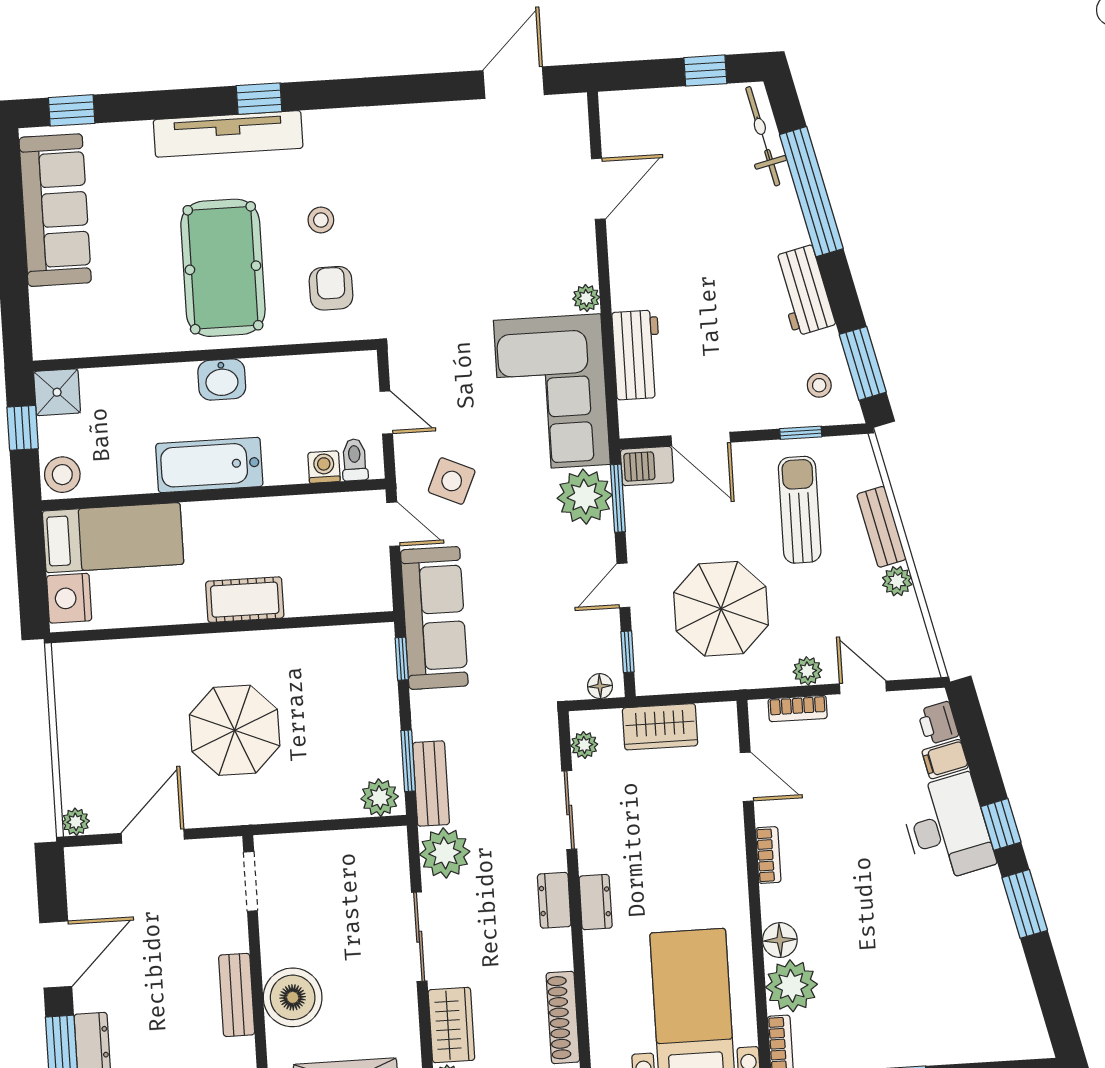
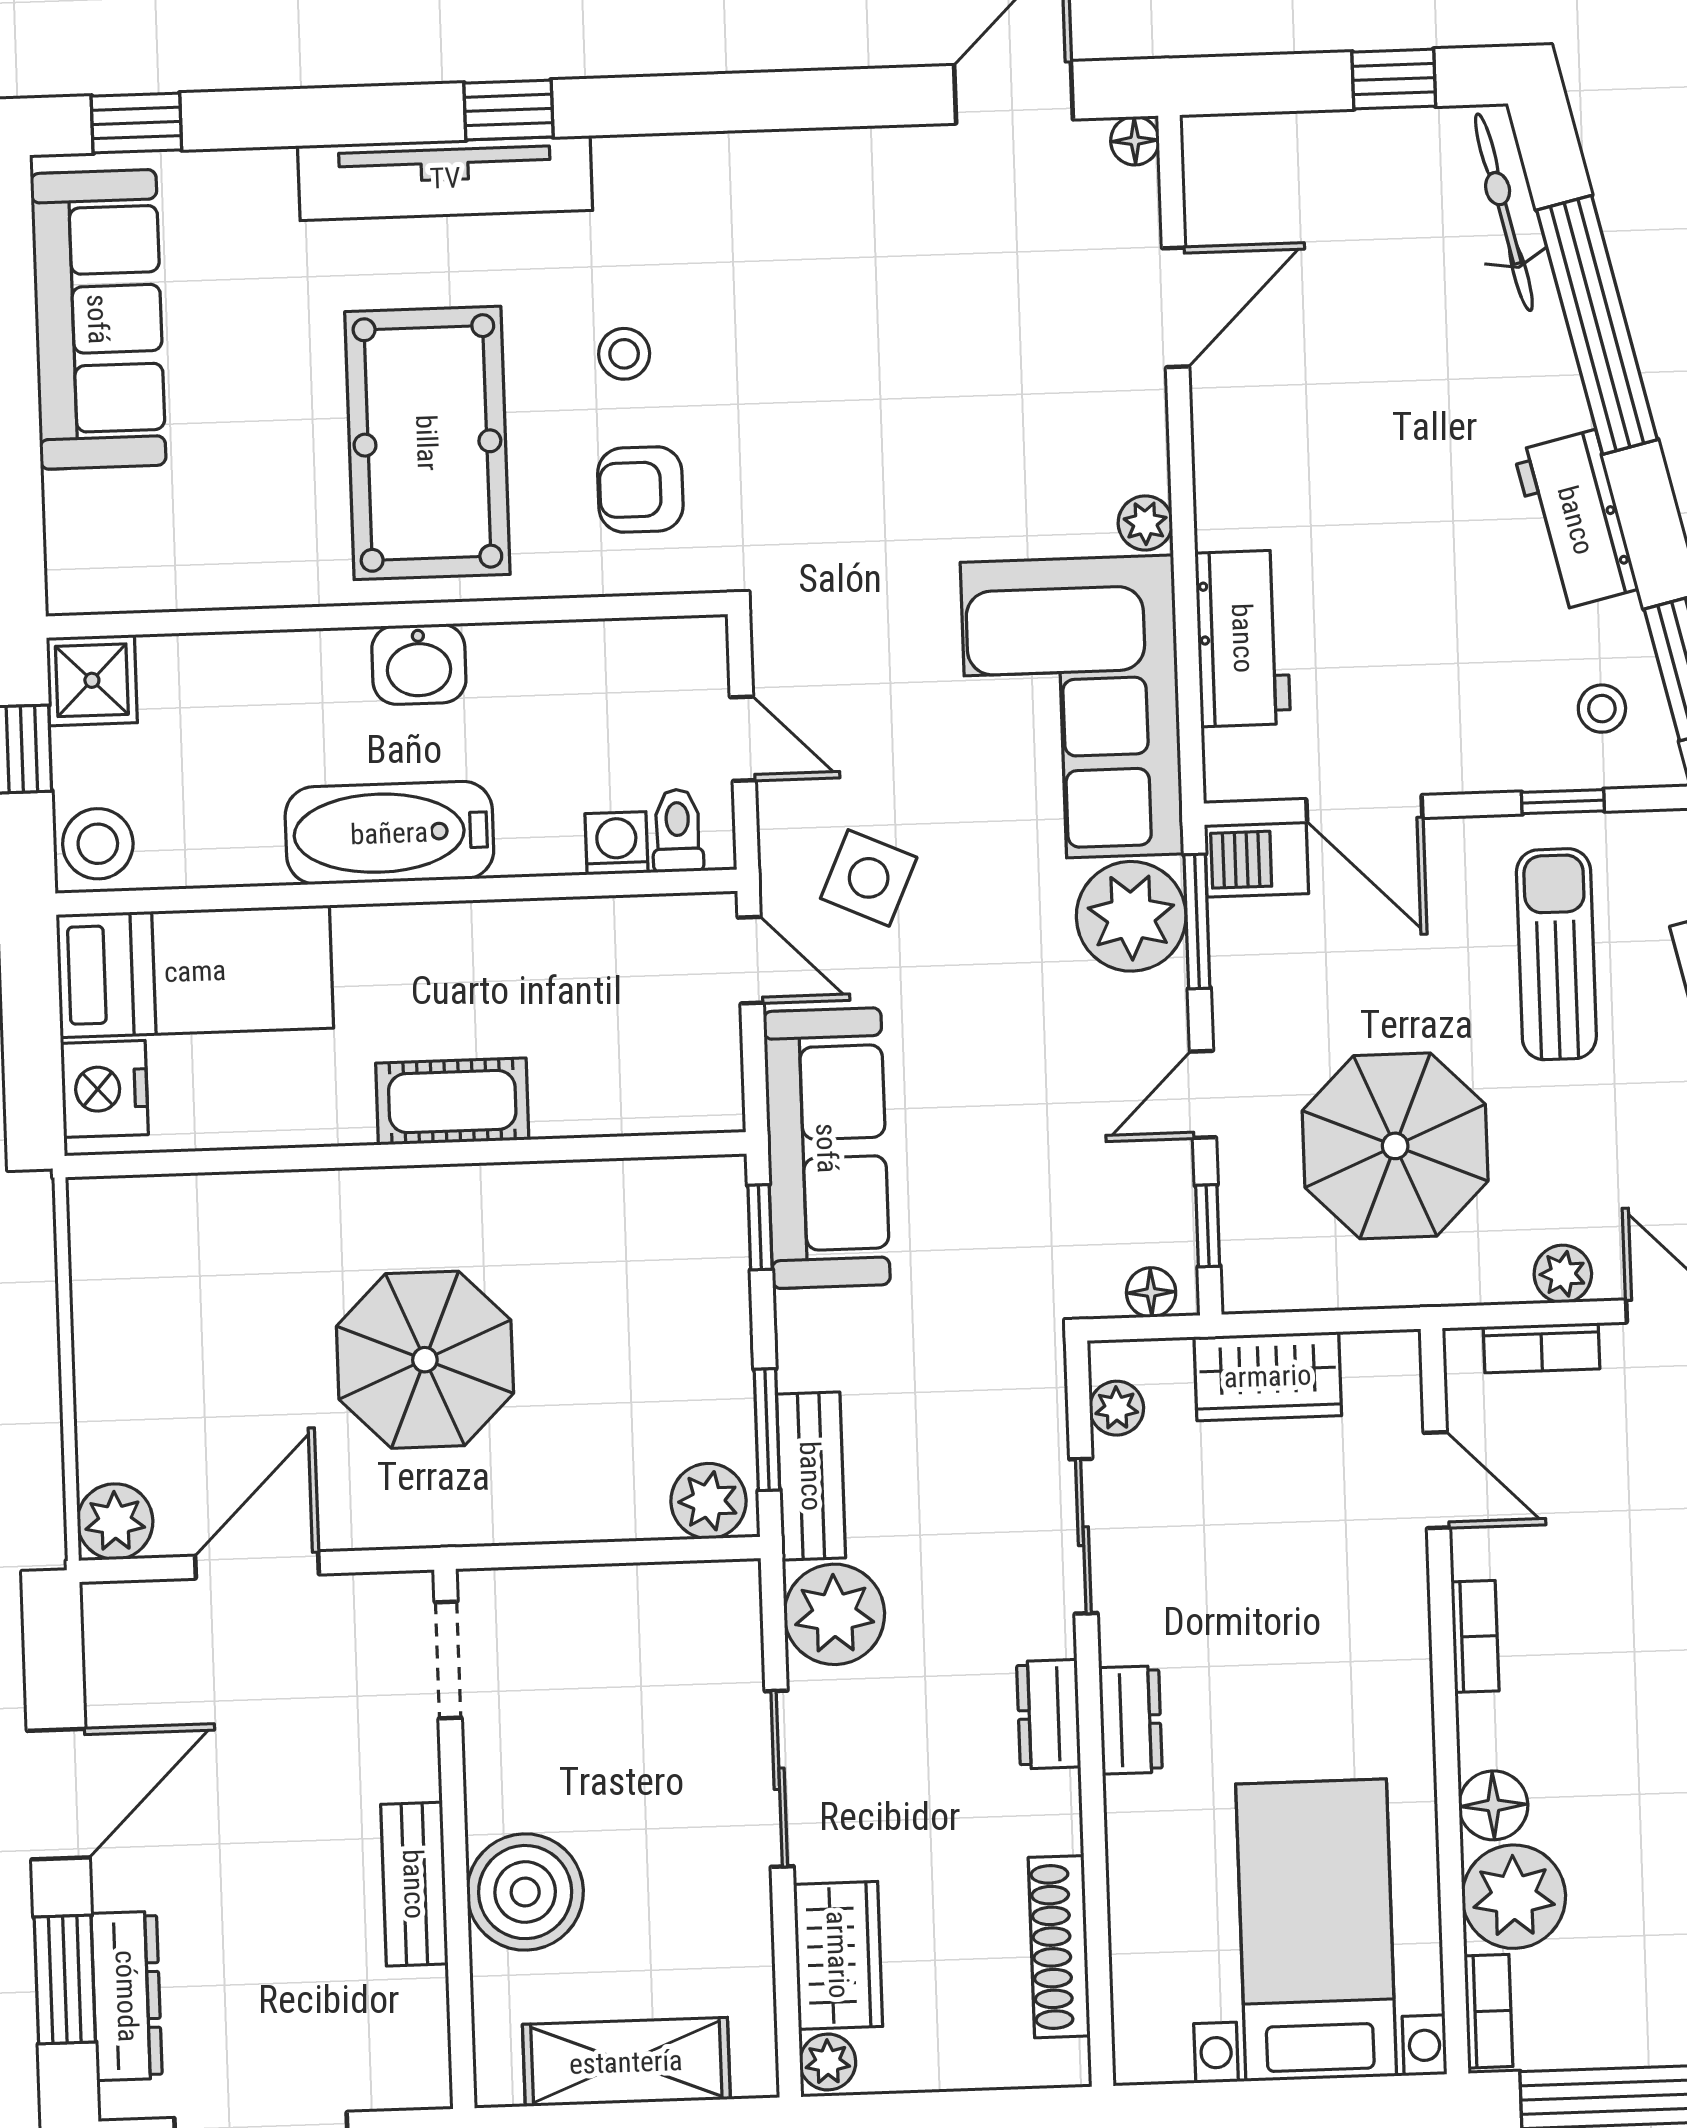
floor lamp: (576, 105) -> (1135, 141), added
armchair: (331, 288) -> (640, 489), turned -90
plant: (76, 822) -> (115, 1522), width x1.38, depth x1.38

